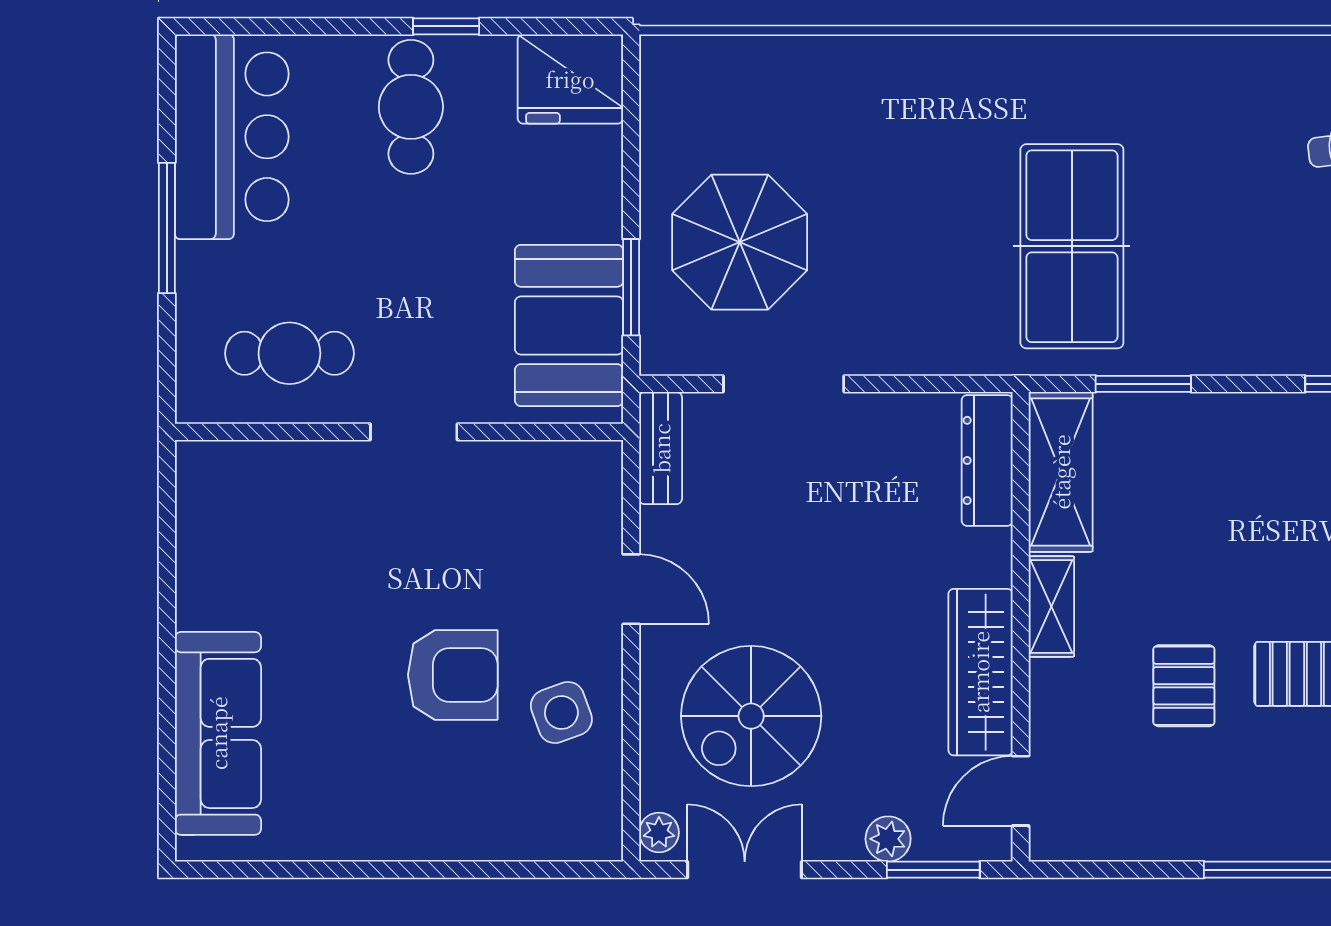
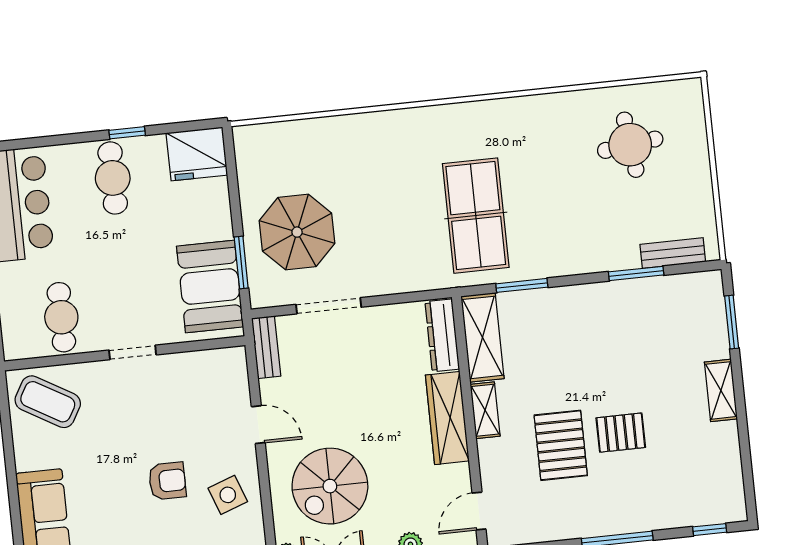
cafe table: (289, 353) -> (61, 317), turned 90
coffee table: (248, 506) -> (48, 402), added
wardrobe: (980, 672) -> (447, 418), moved
armchair: (453, 675) -> (167, 481), width x0.72, depth x0.72
pallet: (1184, 686) -> (561, 445), width x1.50, depth x1.42

